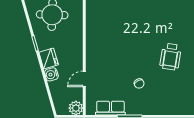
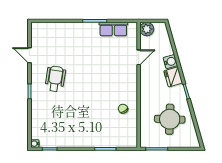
chair: (139, 84) -> (123, 109), moved

